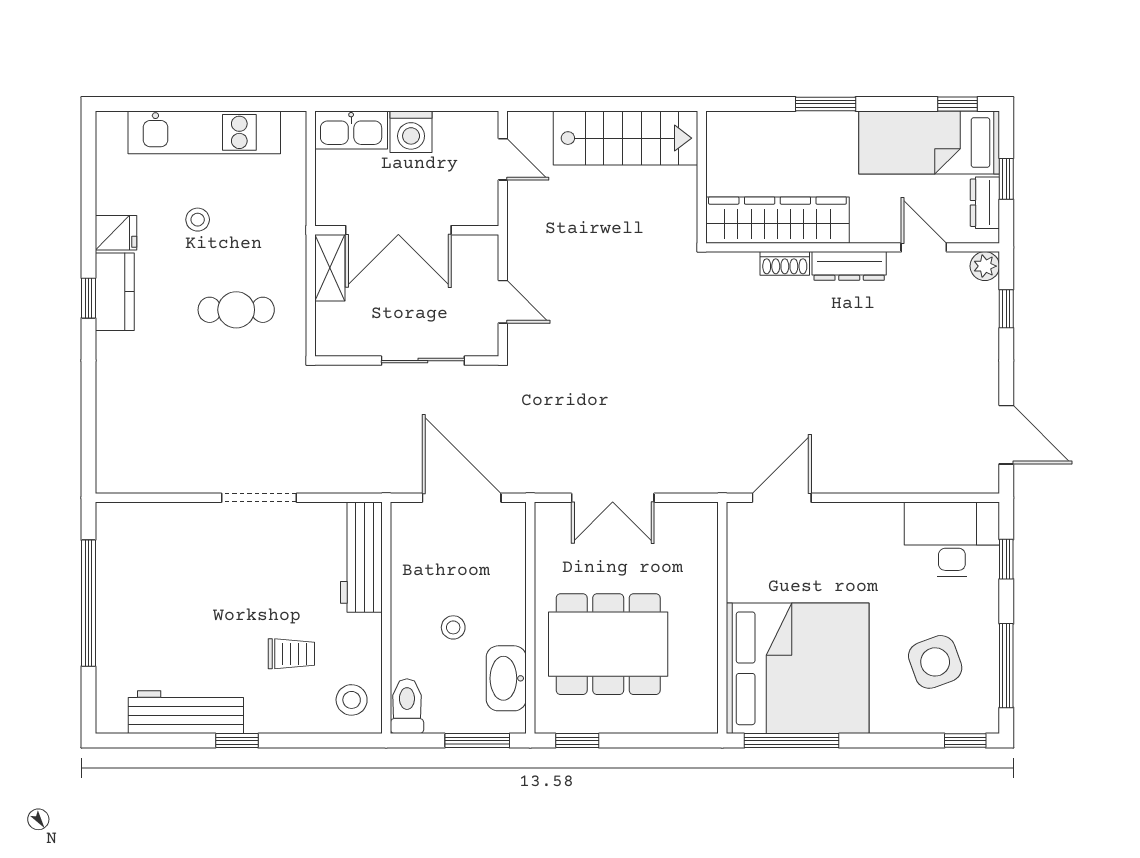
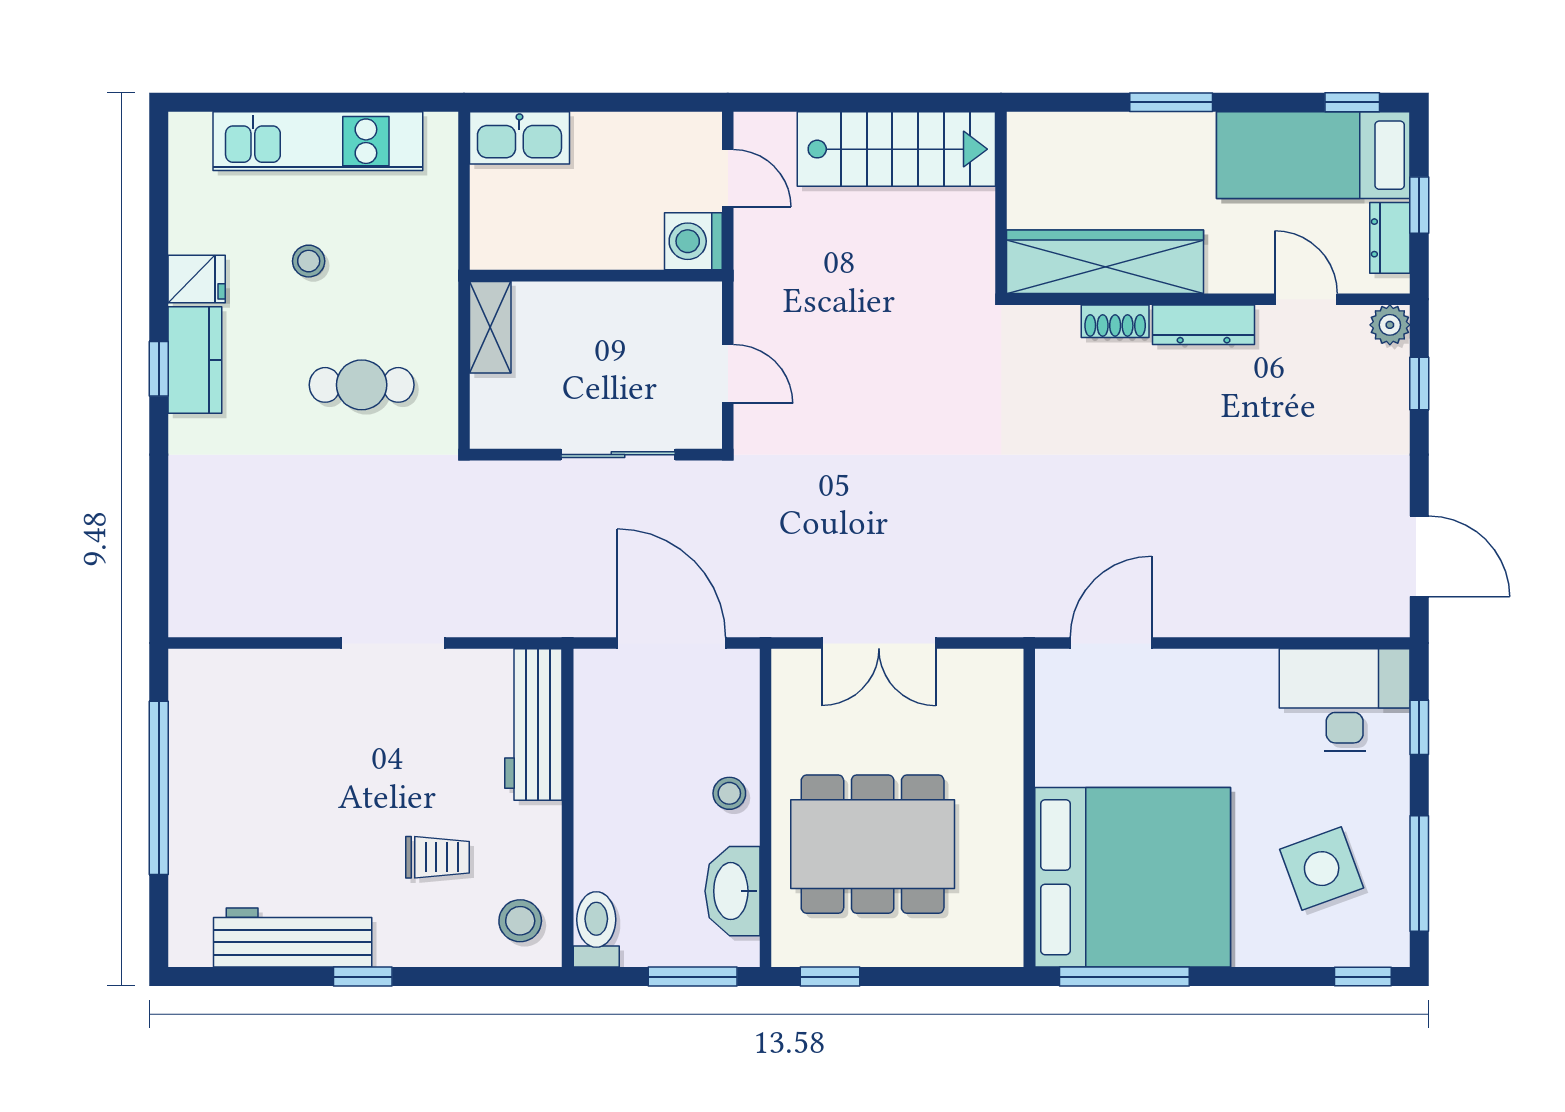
washing machine: (411, 132) -> (693, 241), moved, turned 90
double door: (398, 230) -> (584, 276), removed
stool: (453, 627) -> (729, 793), moved

